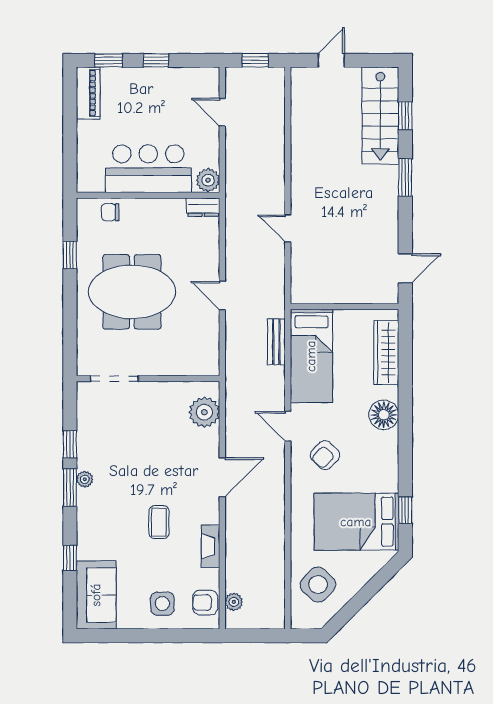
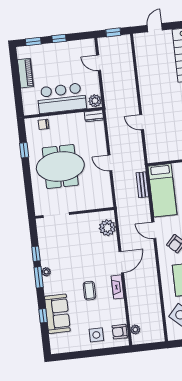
piano: (88, 93) -> (25, 73), moved
fireplace: (211, 546) -> (118, 287), moved
sofa: (96, 595) -> (57, 314), moved

